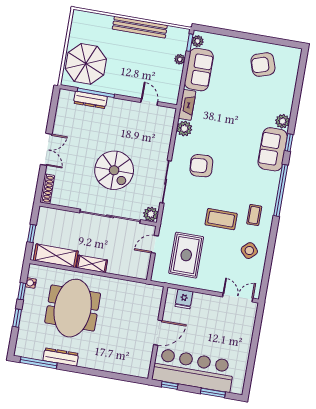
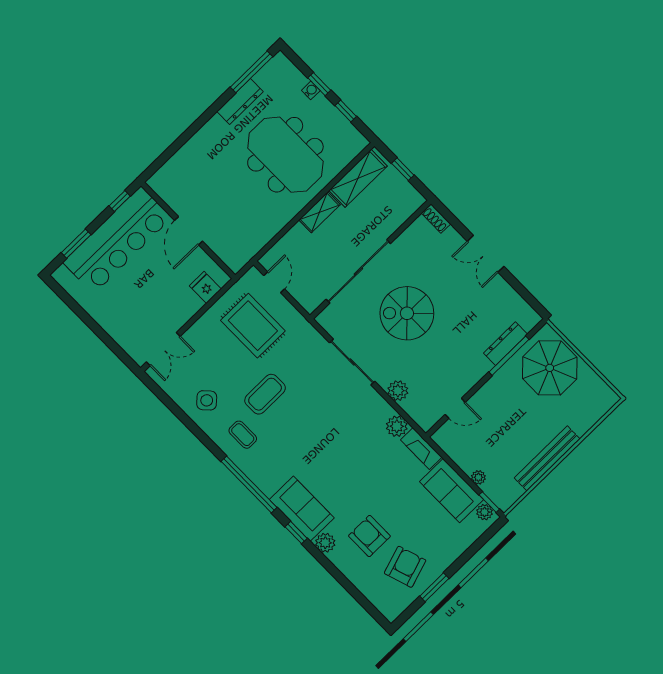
window: (263, 39) -> (434, 587), added
armchair: (201, 166) -> (369, 536), moved, turned -86
shoe rack: (47, 189) -> (436, 218), width x0.70
plant: (151, 214) -> (398, 391), moved
door: (155, 244) -> (274, 282), moved
water cooler: (31, 283) -> (311, 90), moved

